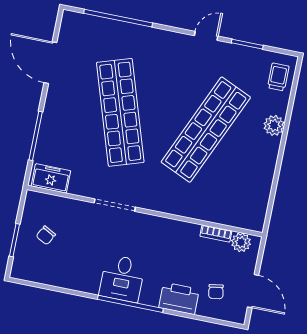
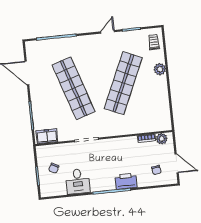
desk: (122, 278) -> (78, 181), moved
printer: (179, 298) -> (126, 181), moved

